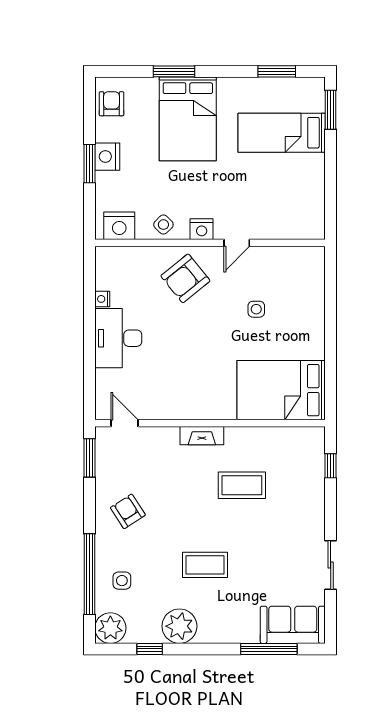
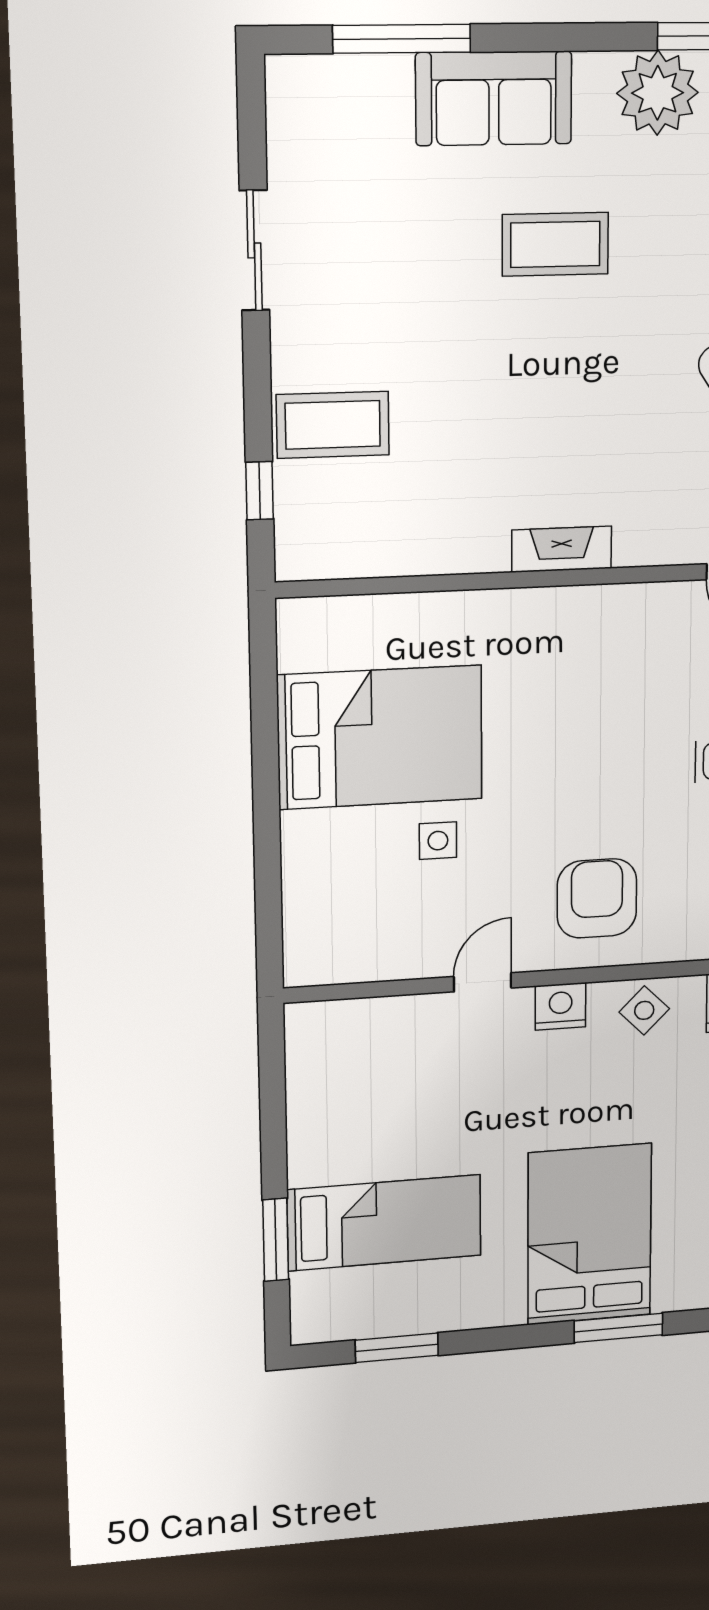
window: (331, 110) -> (276, 1240), moved
armchair: (185, 278) -> (597, 898), turned -51
bed: (281, 390) -> (380, 737), moved
coffee table: (242, 485) -> (333, 425), moved
sofa: (293, 625) -> (494, 98), moved
plant: (179, 626) -> (658, 93), moved

